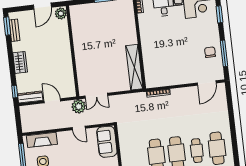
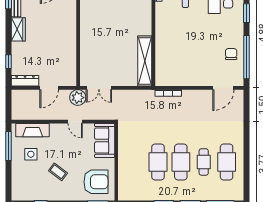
window: (224, 53) -> (247, 57), width x1.46
wardrobe: (20, 62) -> (18, 29), moved
window: (15, 92) -> (9, 62), moved
door: (52, 101) -> (49, 88), swing flipped

